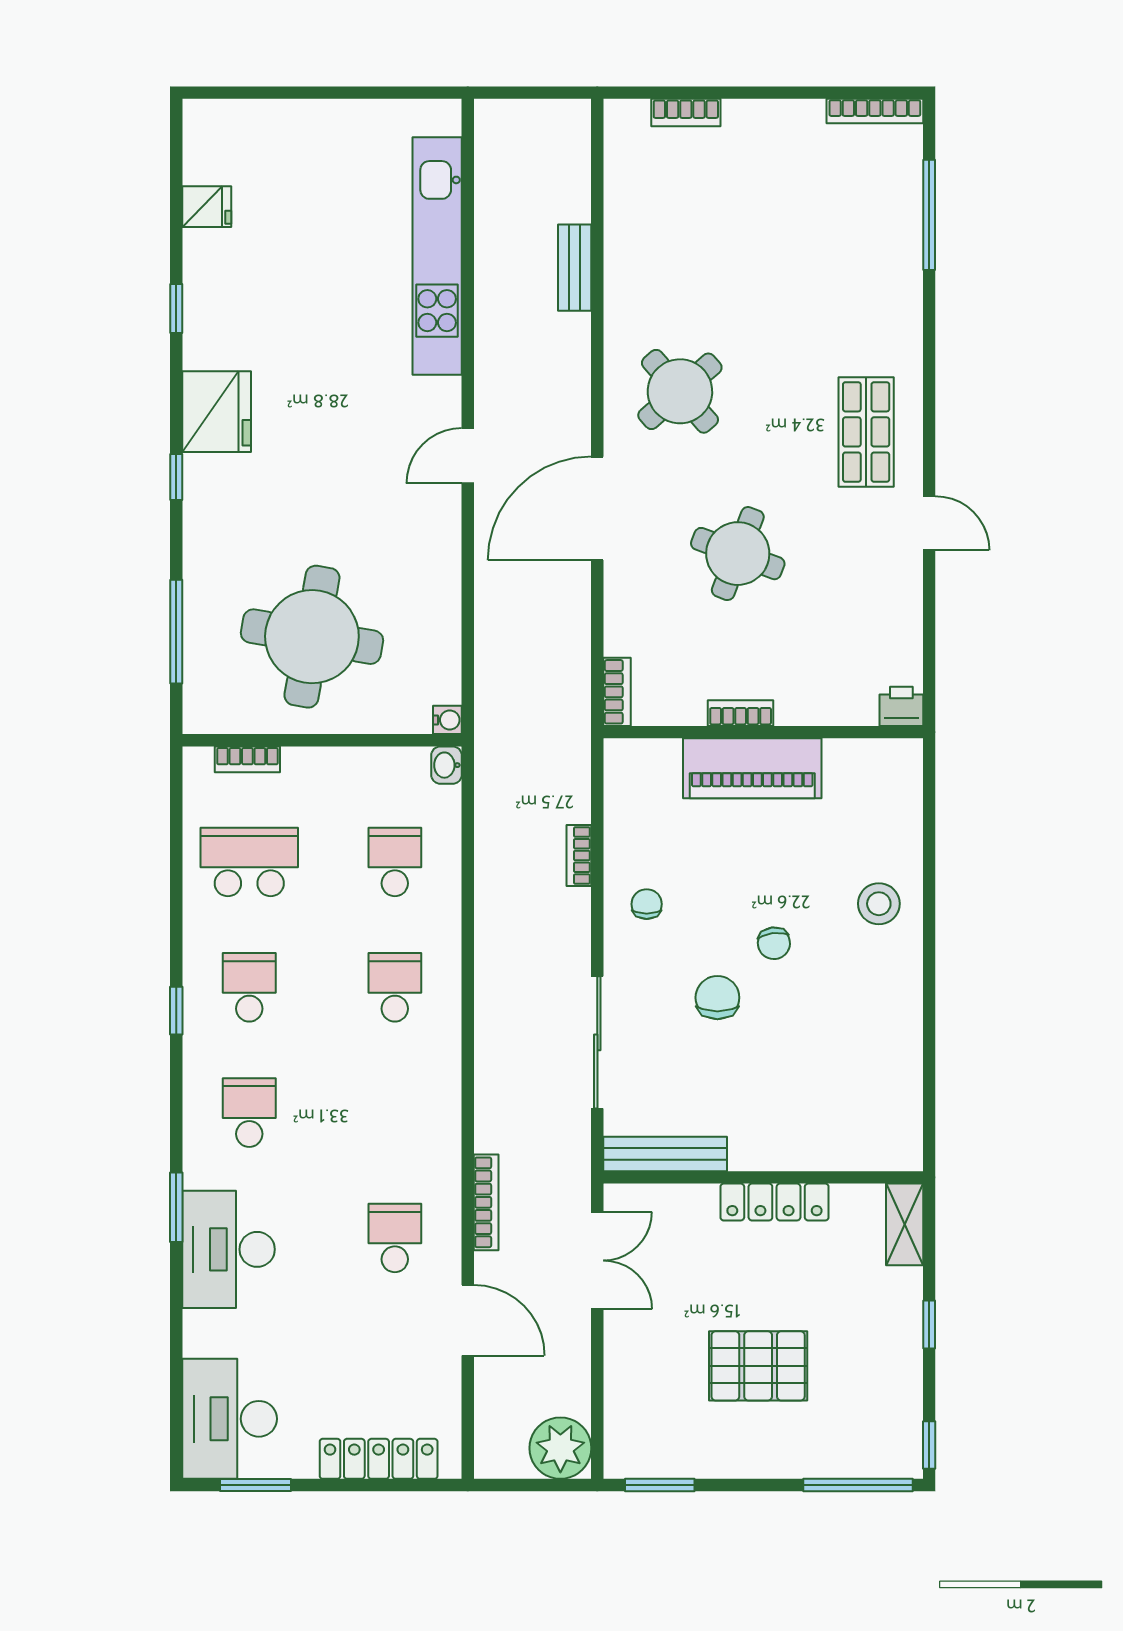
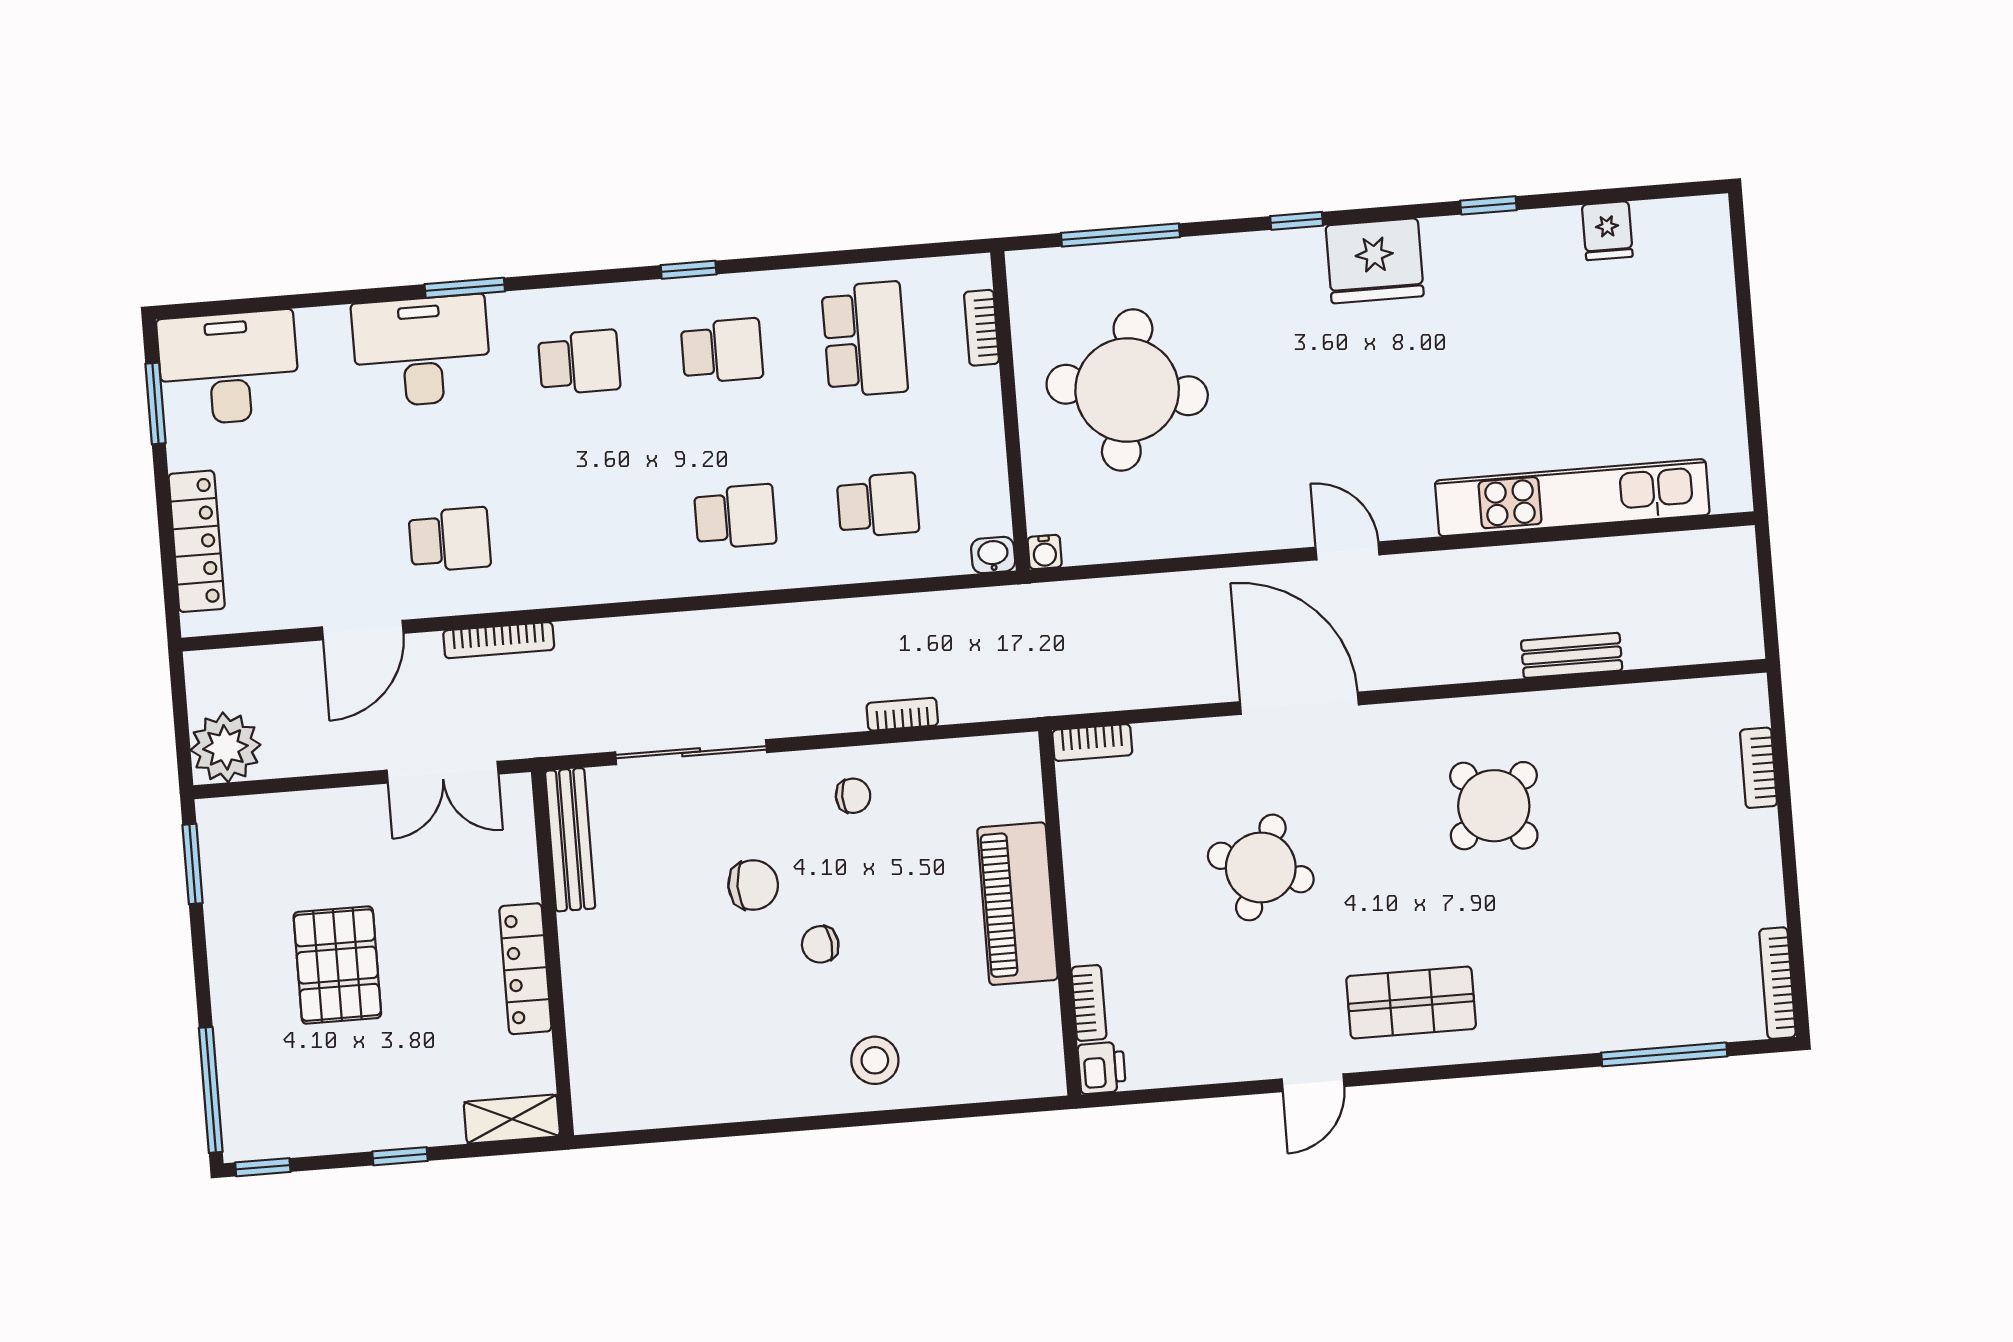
round table: (680, 391) -> (1494, 806), moved
bookcase: (741, 713) -> (1089, 1003), moved

